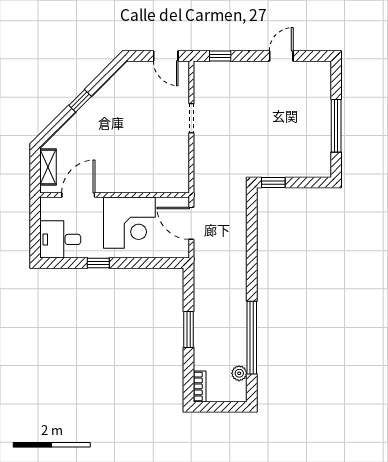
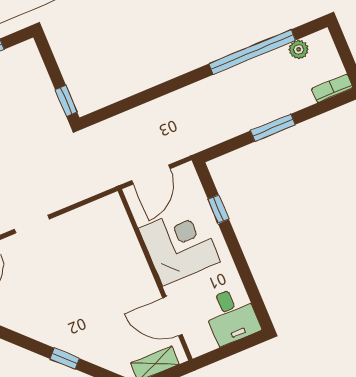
window: (98, 263) -> (218, 209), moved

